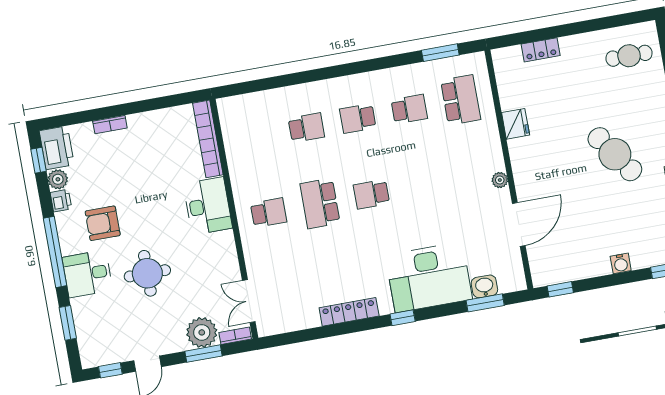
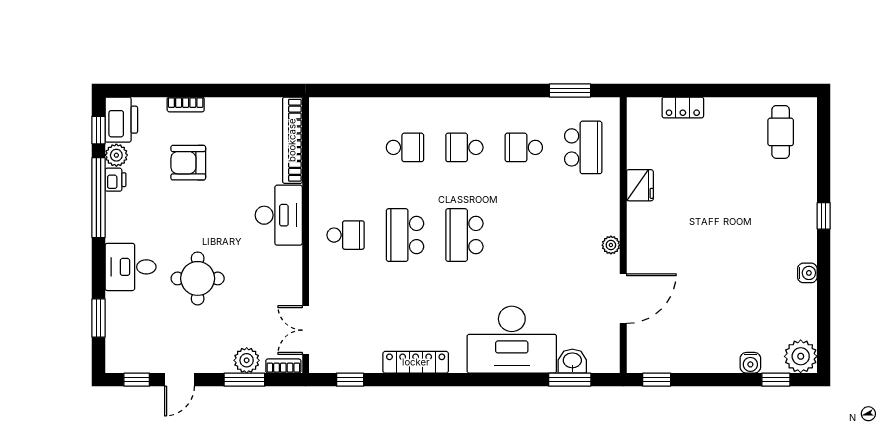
cafe table: (629, 56) -> (781, 132), turned 90
school desk: (409, 109) -> (524, 147), turned 180
cafe table: (615, 154) -> (745, 239), removed
school desk: (371, 194) -> (464, 235), width x1.85
armchair: (103, 223) -> (188, 163), moved
window: (55, 252) -> (99, 198), moved
water cooler: (621, 263) -> (750, 363), moved
window: (403, 318) -> (350, 380), moved
plant: (202, 332) -> (247, 360), width x0.73, depth x0.73

